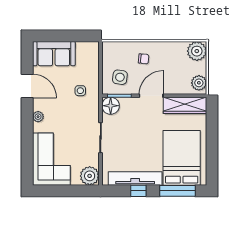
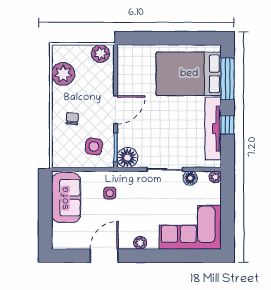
plant: (197, 51) -> (63, 74), moved
sofa: (54, 54) -> (66, 198), moved
door: (151, 96) -> (116, 110), swing flipped
wardrobe: (185, 105) -> (127, 70), removed
floor lamp: (93, 159) -> (190, 178), added
plant: (90, 176) -> (215, 177), width x0.53, depth x0.53

